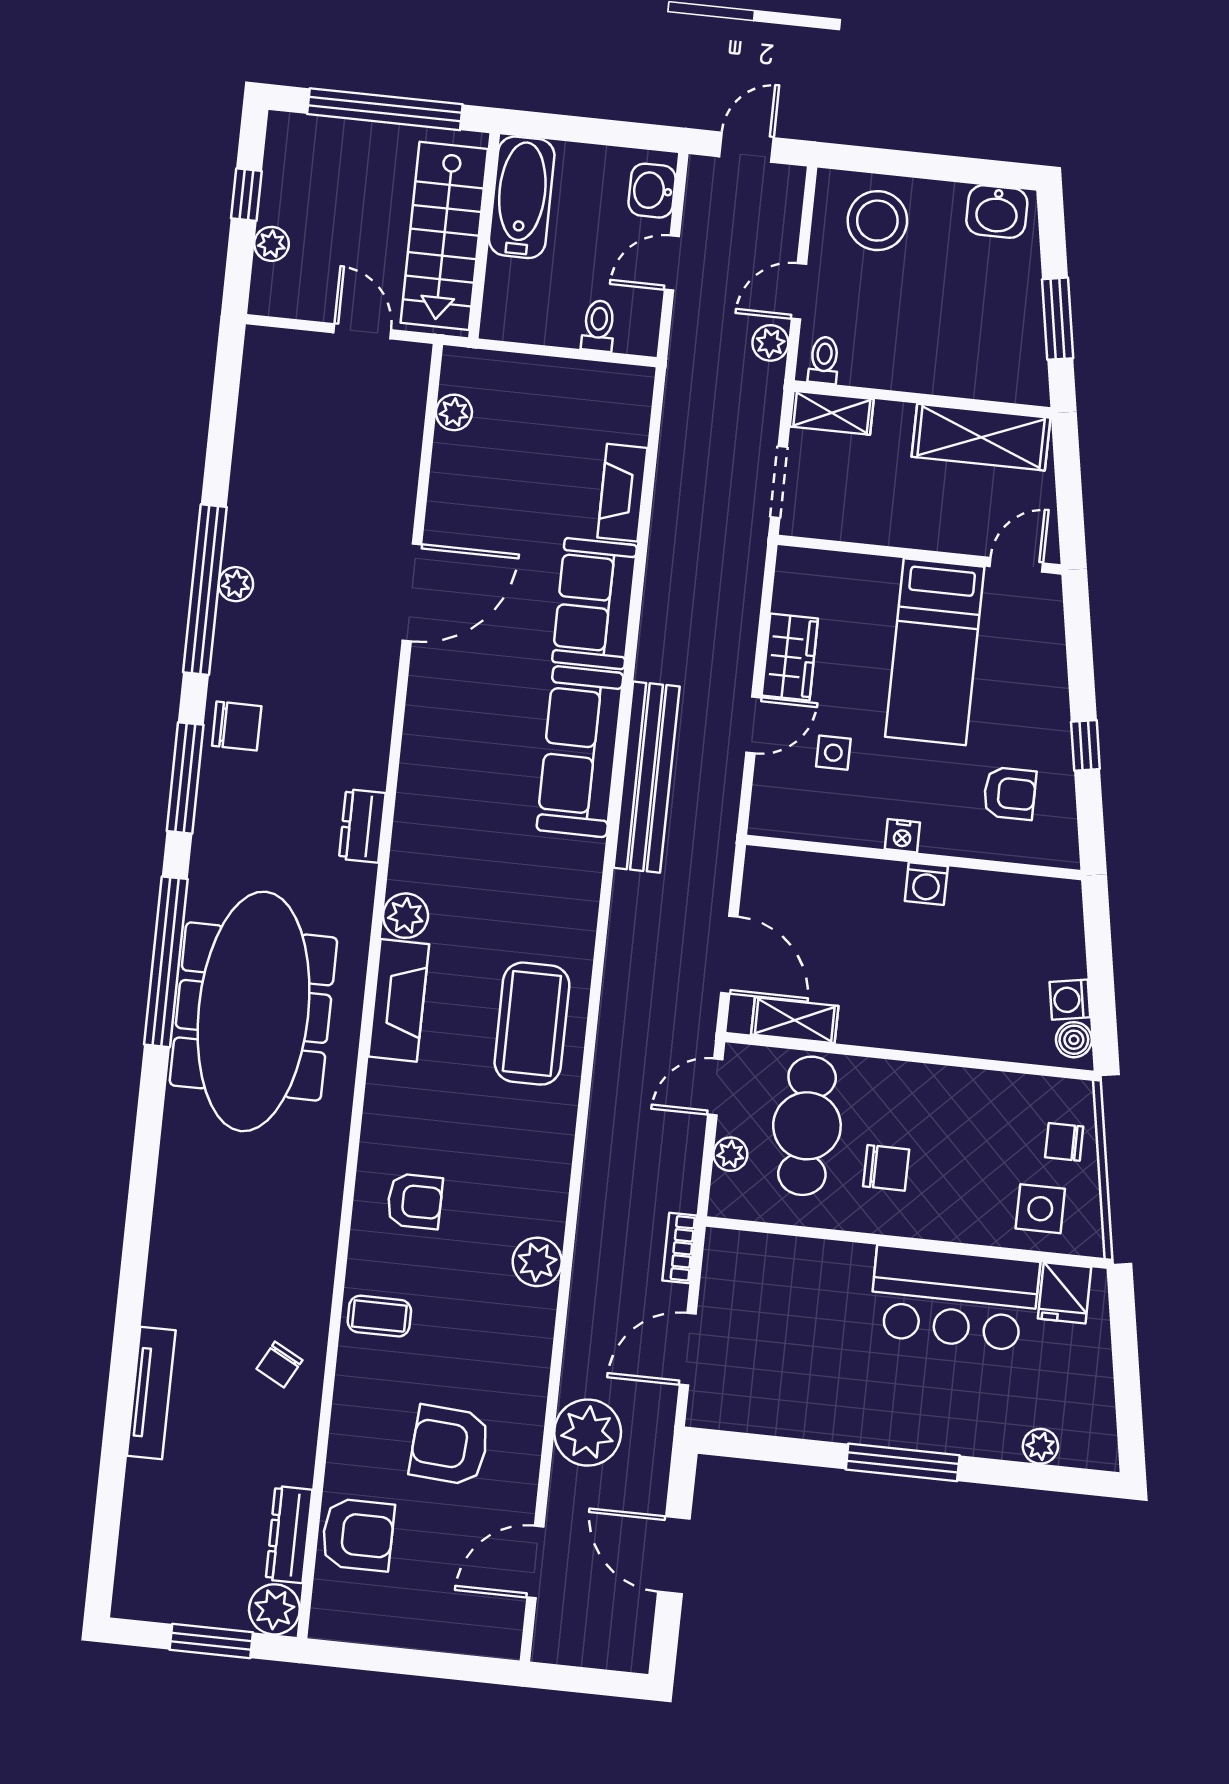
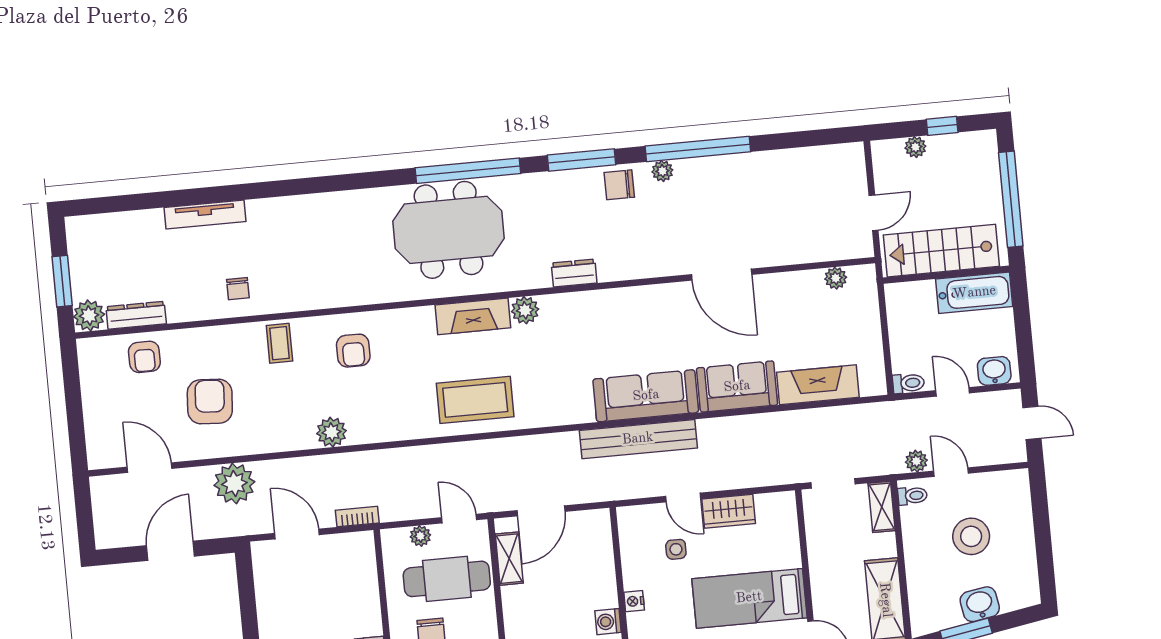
washbasin: (997, 212) -> (980, 604), moved, turned 80
stool: (877, 221) -> (971, 536), moved
toilet: (599, 326) -> (908, 383), moved
fireplace: (622, 493) -> (818, 385), width x1.37, depth x1.32
plant: (236, 584) -> (662, 171), moved
chair: (237, 726) -> (619, 185), turned 90
meeting table: (253, 1011) -> (448, 230), width x0.73
chair: (279, 1365) -> (238, 289), turned -118
armchair: (358, 1535) -> (144, 357), width x0.72, depth x0.72

